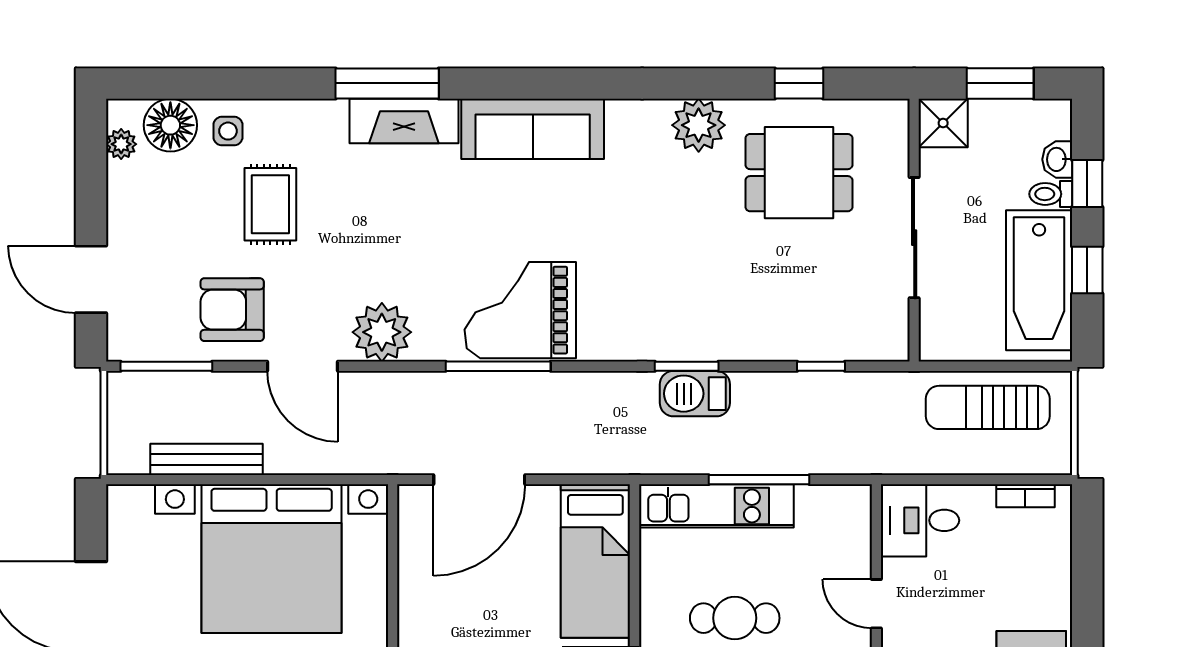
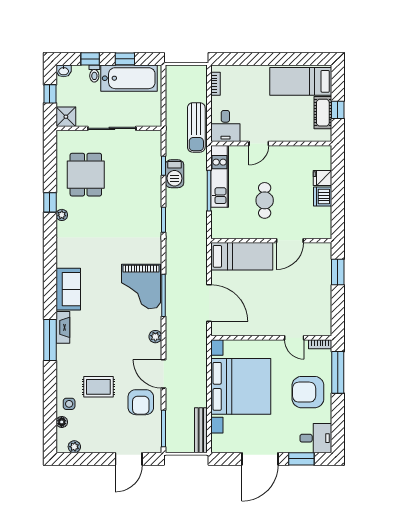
window: (799, 83) -> (50, 202), moved
window: (1000, 83) -> (50, 94), width x0.67
fireplace: (404, 121) -> (63, 327), width x0.73, depth x0.76
floor lamp: (170, 125) -> (62, 422), width x0.53, depth x0.53
plant: (699, 125) -> (62, 215), width x0.53, depth x0.53
sofa: (533, 129) -> (68, 289), width x0.73
washbasin: (1057, 159) -> (64, 71), moved
plant: (382, 332) -> (155, 337), width x0.53, depth x0.53
door: (303, 366) -> (163, 374), swing flipped
barbecue: (695, 394) -> (174, 174), moved
sun lounger: (988, 407) -> (196, 127), moved
bench: (206, 459) -> (201, 430), moved
kitchen unit: (716, 506) -> (220, 176), moved

